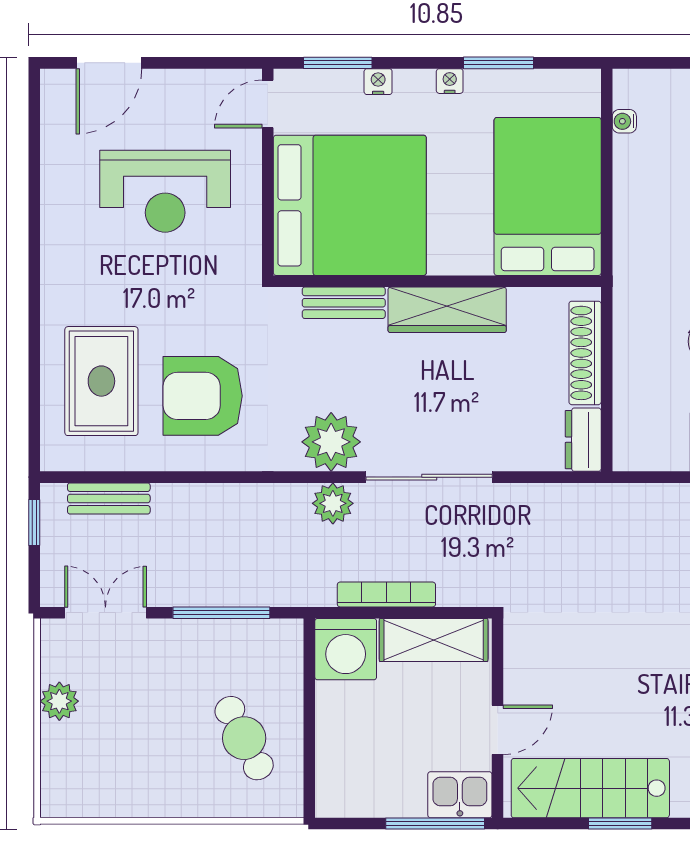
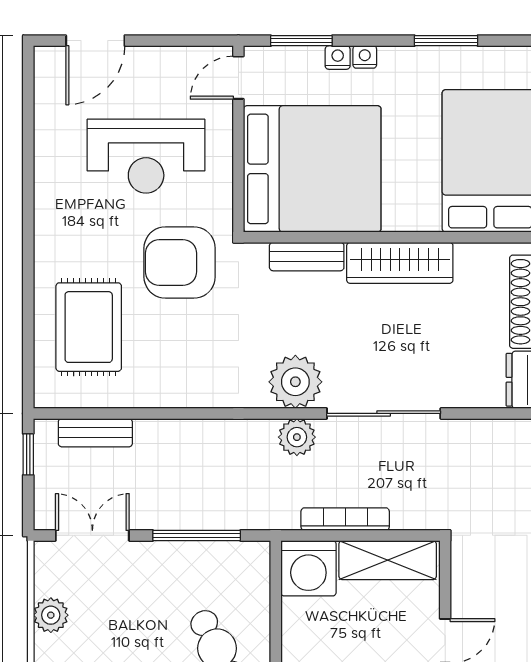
nightstand: (450, 81) -> (365, 57), moved
armchair: (203, 396) -> (180, 262), moved

